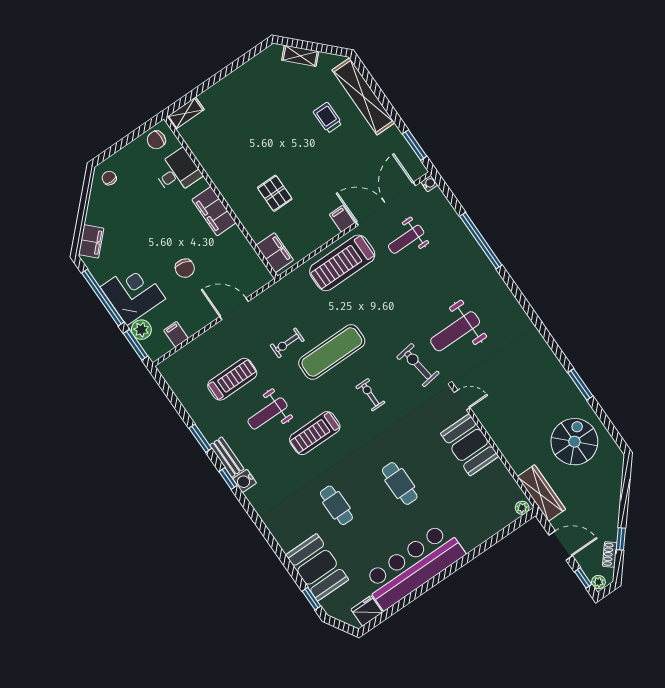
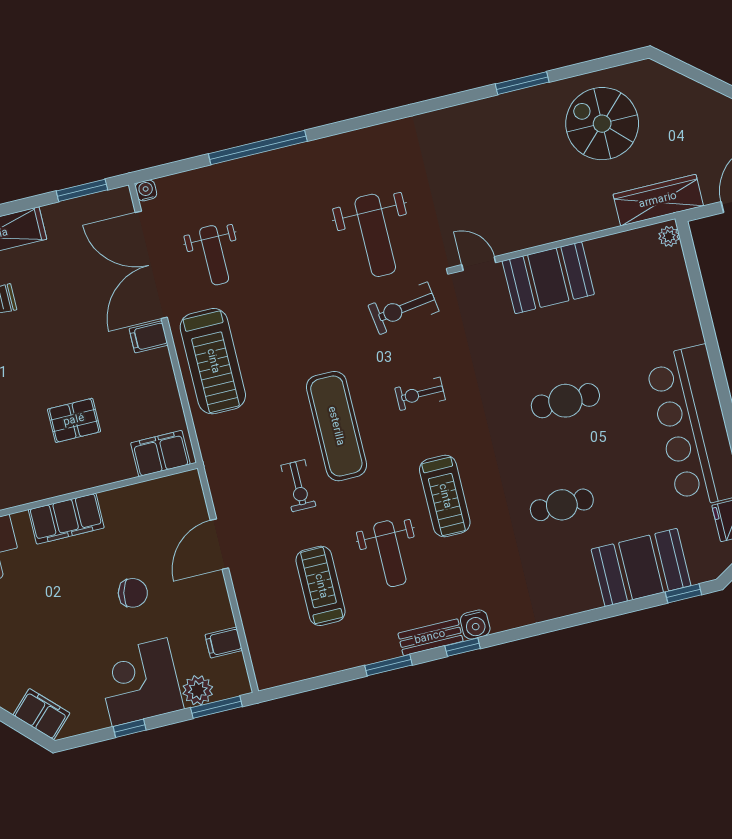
window: (103, 298) -> (130, 728), width x0.32
door: (462, 400) -> (479, 264), hinge flipped

